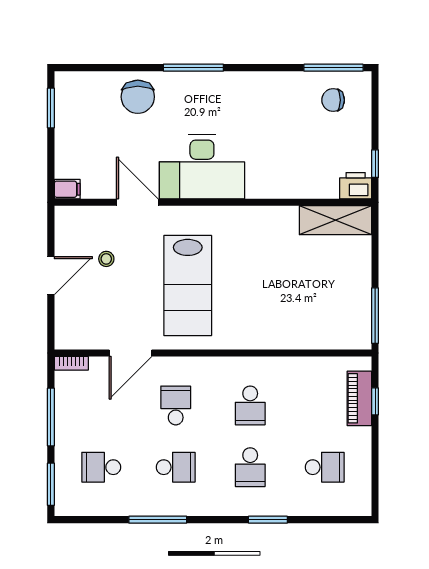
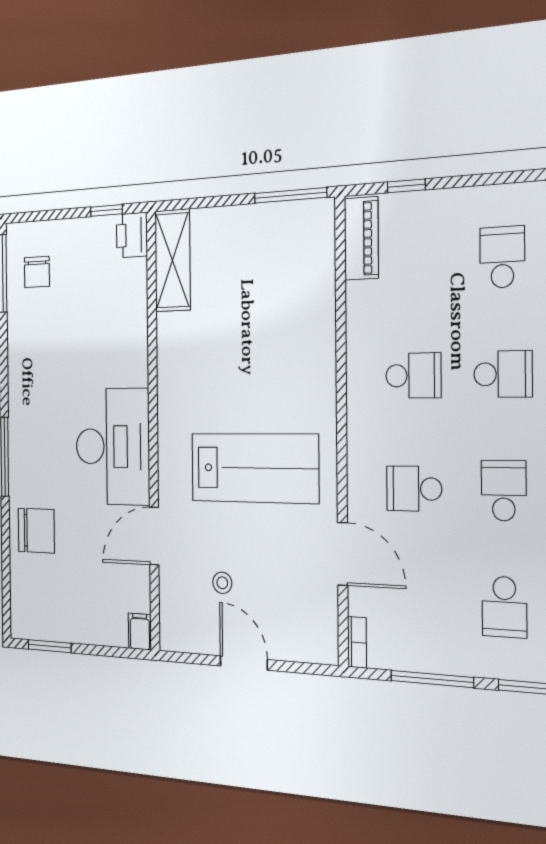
piano: (359, 398) -> (361, 238), moved, turned -90

